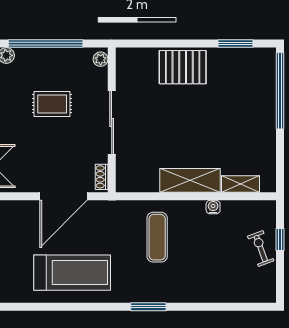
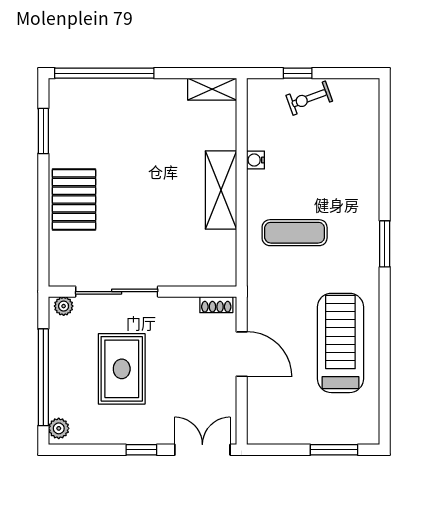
rug: (52, 104) -> (122, 369), width x1.36, depth x1.43
sliding door: (112, 123) -> (117, 292), moved
shelving: (241, 184) -> (212, 89), moved, turned 90
door: (64, 196) -> (242, 354), width x0.73

